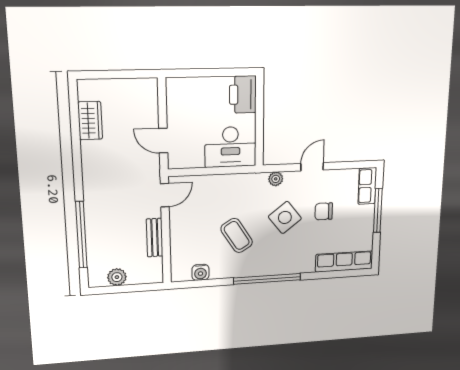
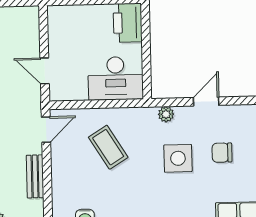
side table: (285, 217) -> (178, 158), turned 38
coffee table: (237, 236) -> (108, 147), moved

